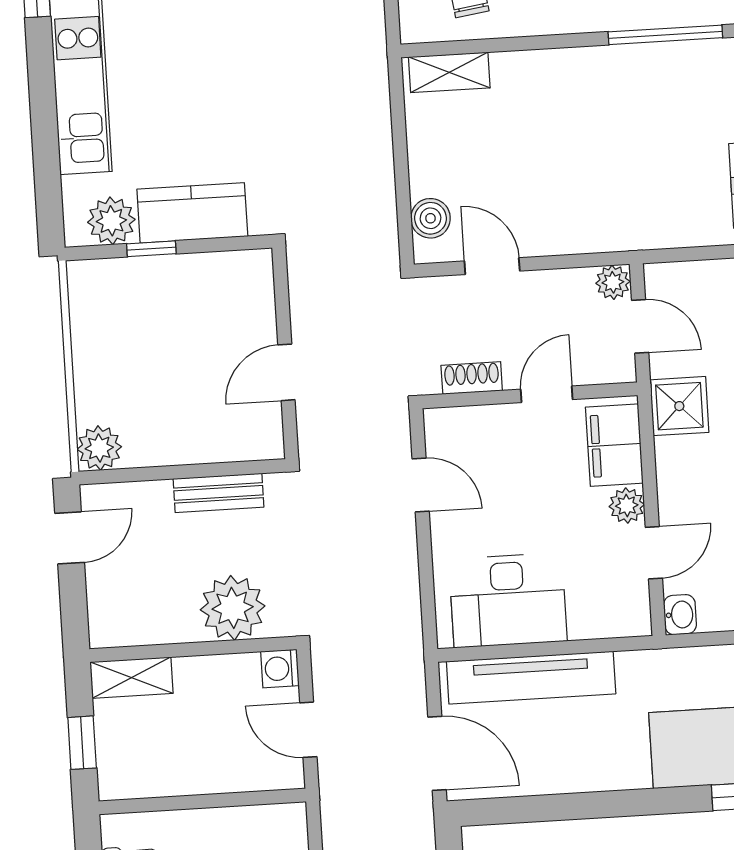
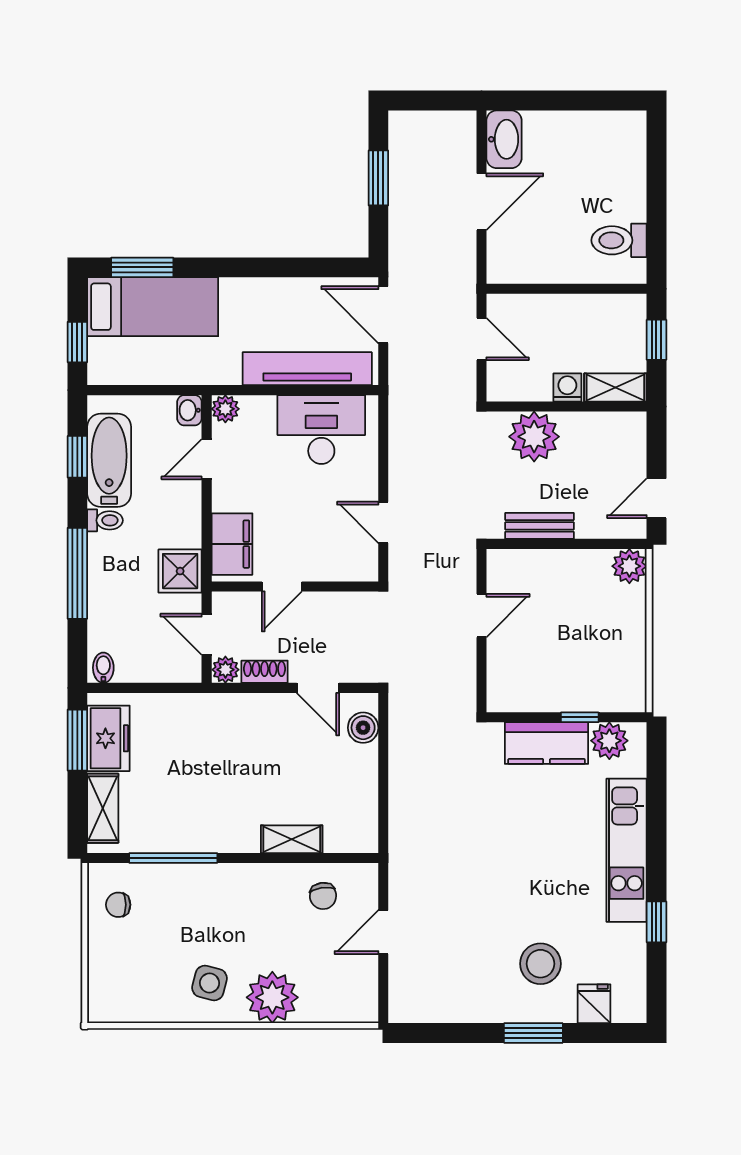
shelving: (449, 72) -> (292, 839), moved
shoe rack: (472, 378) -> (265, 672), moved, turned 180
plant: (627, 505) -> (225, 409), moved
washing machine: (280, 669) -> (567, 387), moved, turned -90

